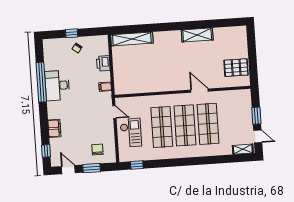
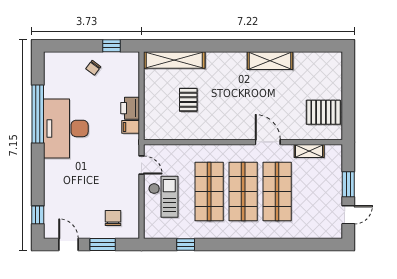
window: (72, 33) -> (111, 46), moved
printer: (103, 63) -> (130, 108), moved
pallet: (143, 65) -> (188, 100), added
desk: (57, 85) -> (66, 128), width x1.36, depth x1.30
filing cabinet: (54, 128) -> (52, 183), removed
door: (258, 136) -> (348, 215), hinge flipped
shelving: (243, 149) -> (309, 151), moved
window: (137, 165) -> (186, 245), moved

